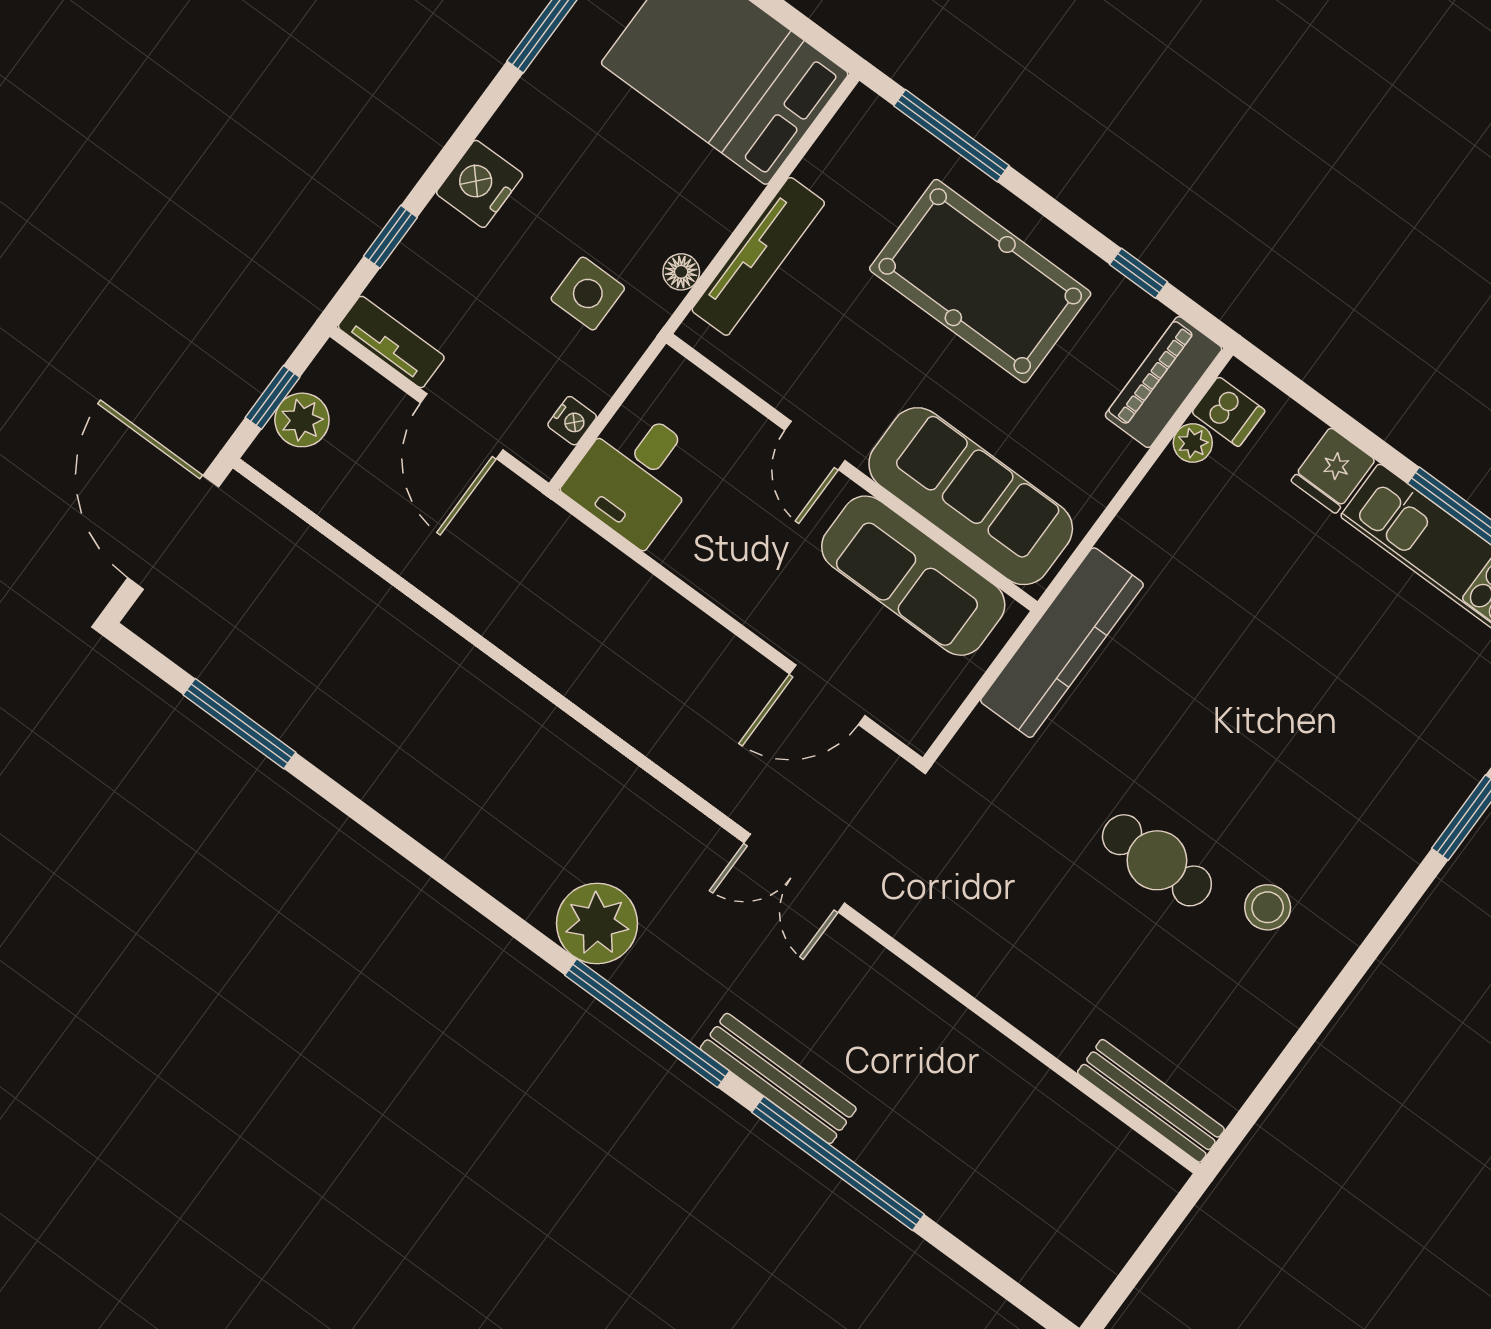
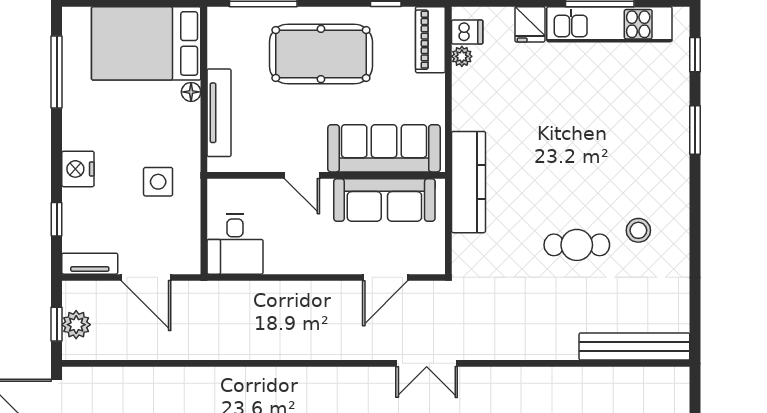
floor lamp: (681, 272) -> (191, 92), moved
nightstand: (572, 421) -> (191, 241), removed
bench: (1151, 1101) -> (634, 346), width x1.37, depth x1.21

